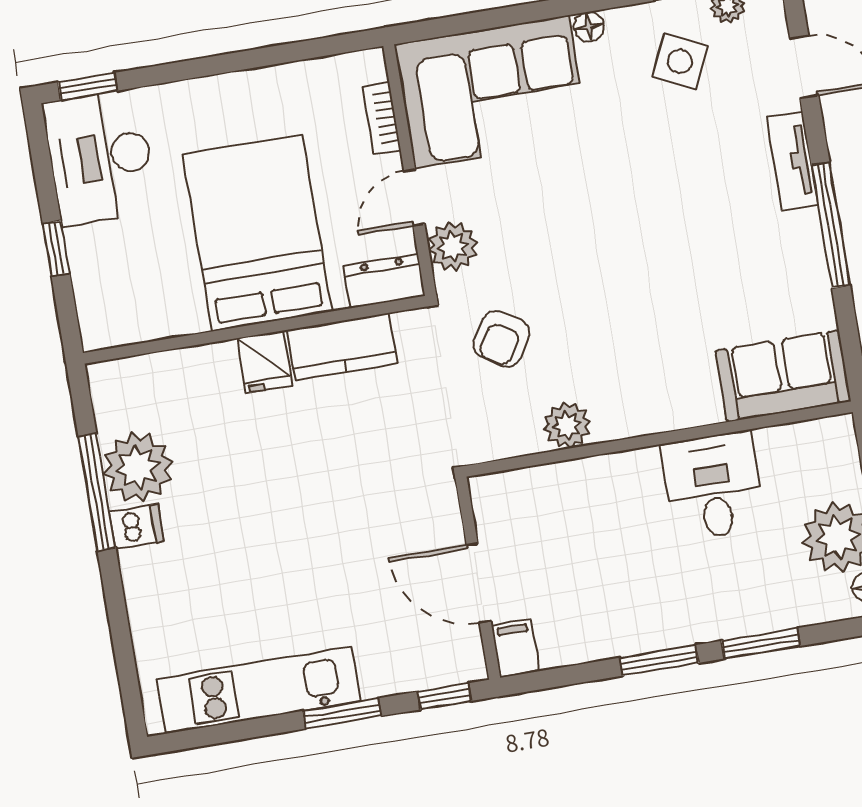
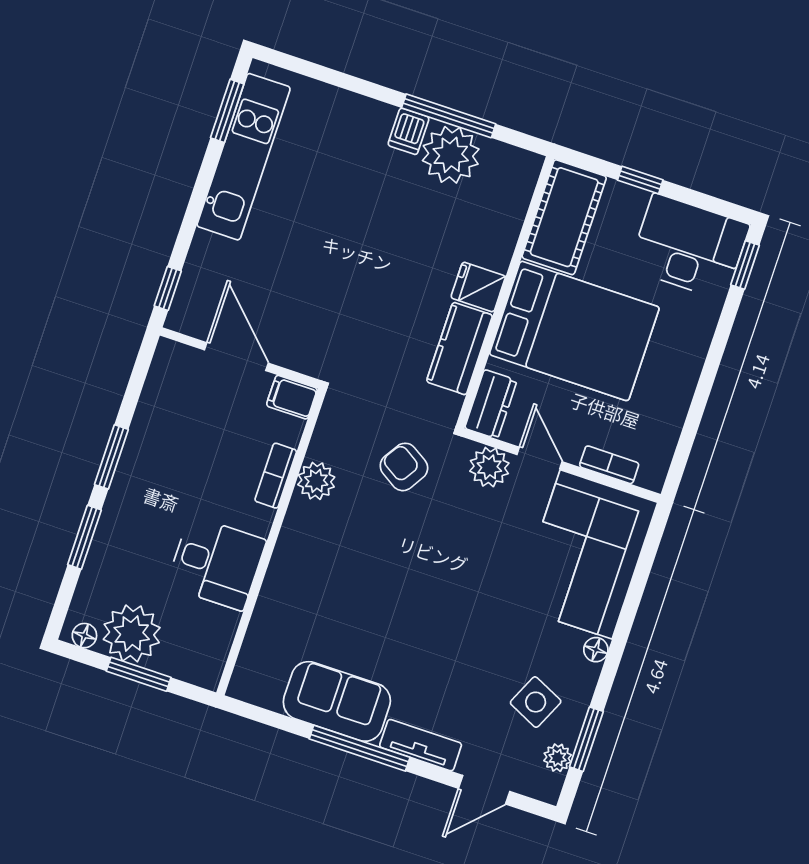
cot: (140, 309) -> (564, 217), added
sofa: (783, 376) -> (337, 701), moved, turned -90
bookcase: (585, 472) -> (276, 476), added
door: (479, 583) -> (236, 357), hinge flipped
filing cabinet: (515, 648) -> (292, 397), moved, turned 180
window: (342, 713) -> (227, 111), moved

